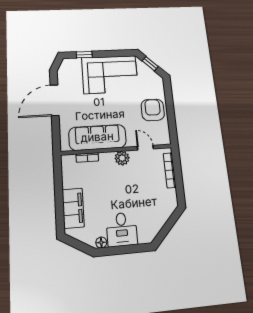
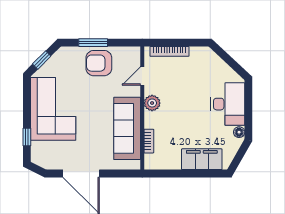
window: (170, 104) -> (93, 43), added
desk: (122, 229) -> (228, 104), width x1.37

